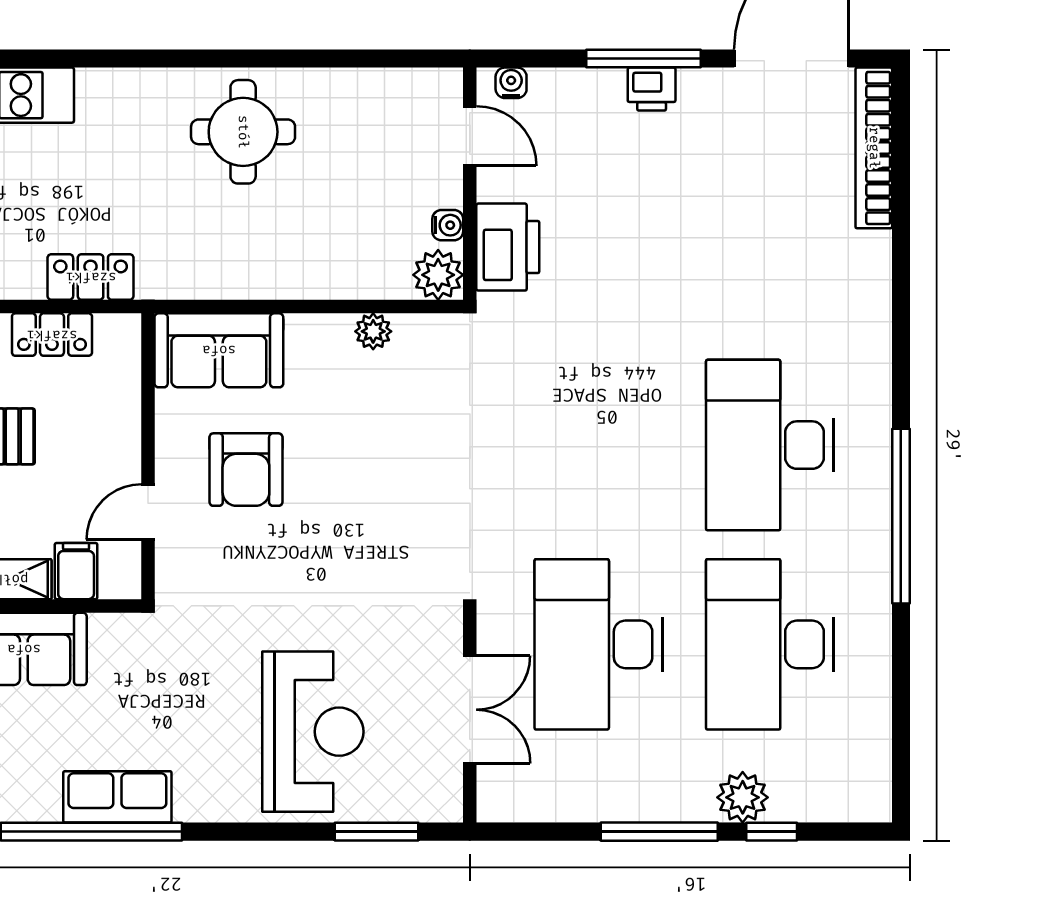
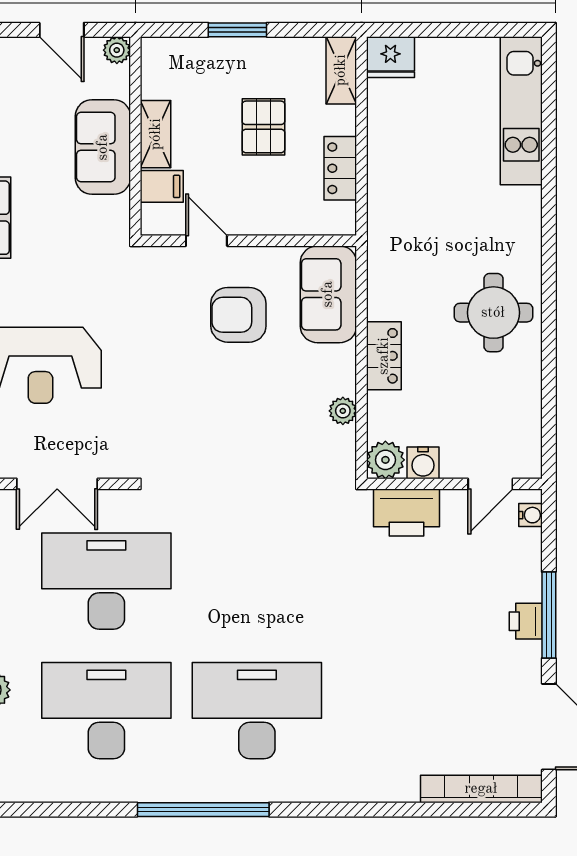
water cooler: (448, 225) -> (423, 463), width x1.38, depth x1.38
locker: (91, 277) -> (384, 356), moved

